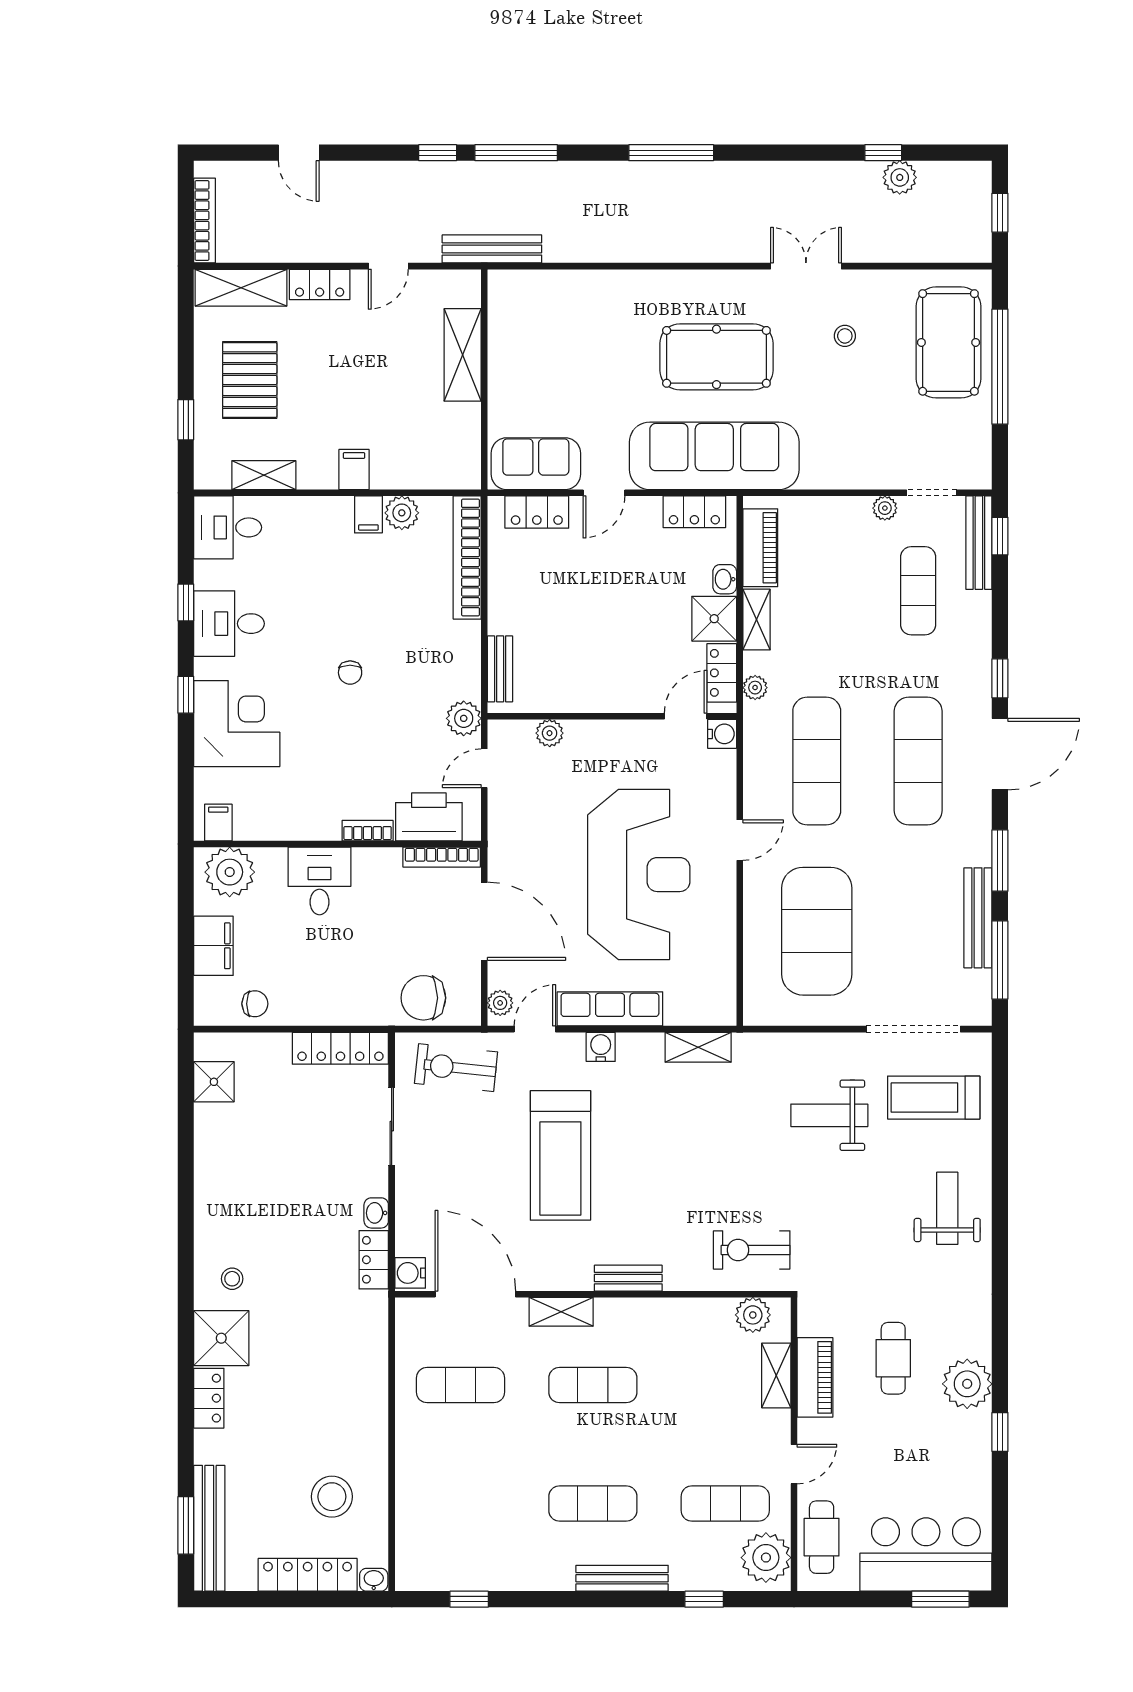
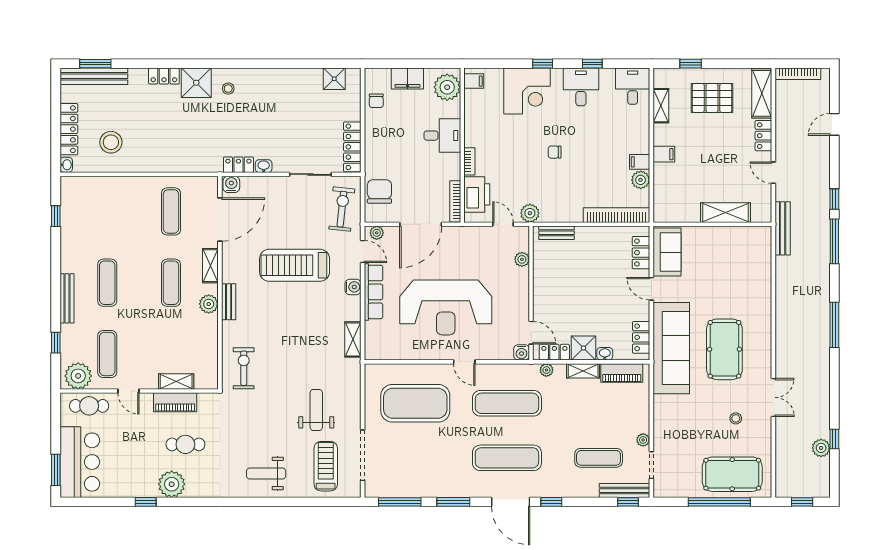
bench: (978, 918) -> (422, 490), removed
weight bench: (947, 1208) -> (266, 473), turned 180
plant: (753, 1315) -> (209, 304), moved

